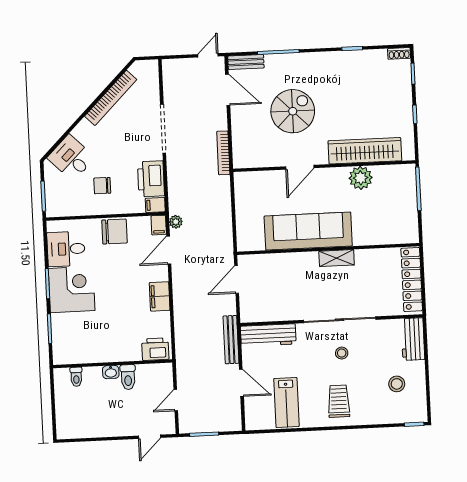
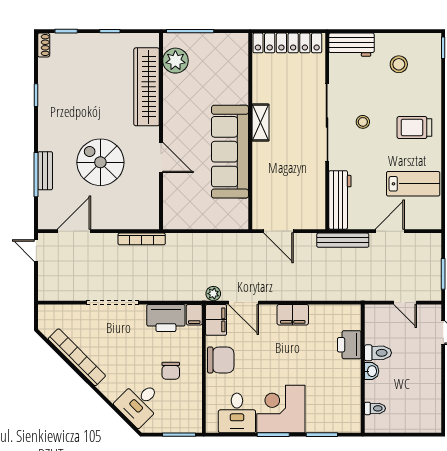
bench: (246, 62) -> (45, 171), moved
plant: (361, 178) -> (175, 61), moved
filing cabinet: (159, 225) -> (216, 320), width x2.00
chair: (114, 232) -> (221, 360), turned 90
printer: (155, 349) -> (349, 345), moved

